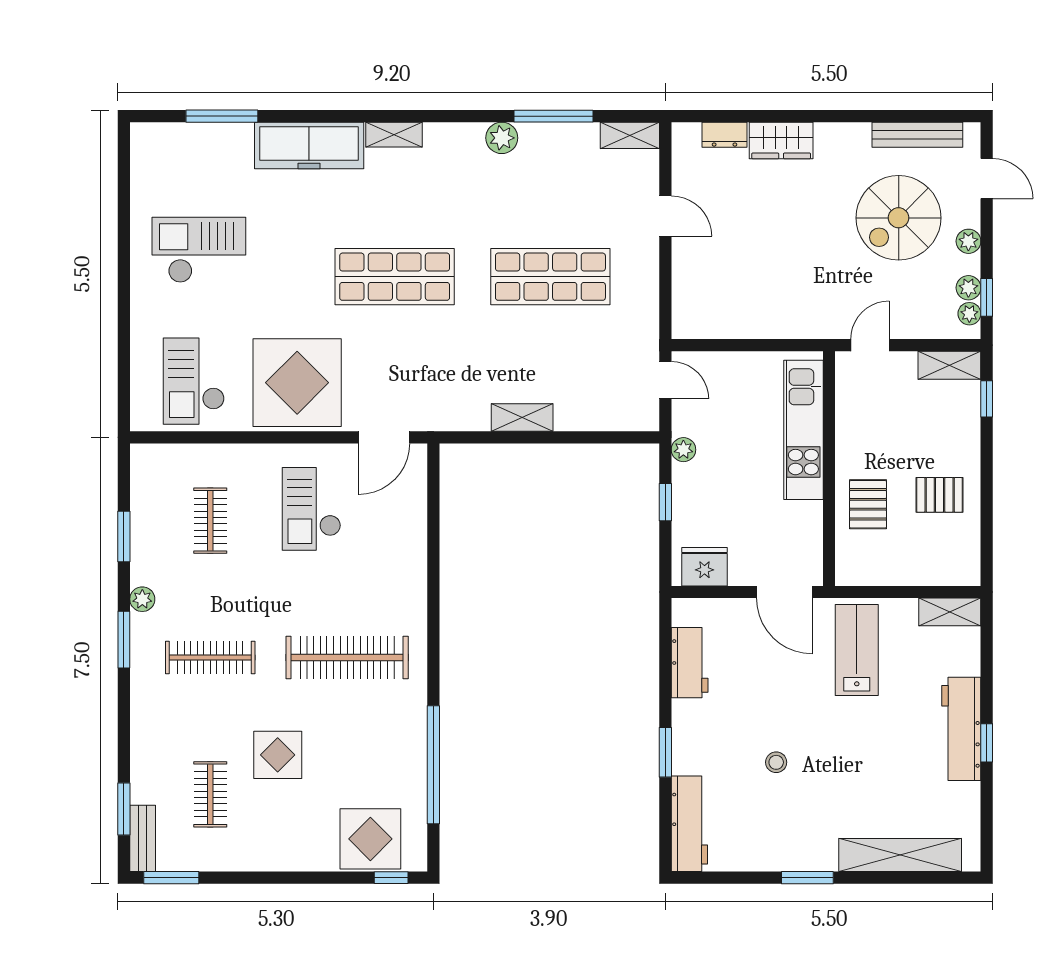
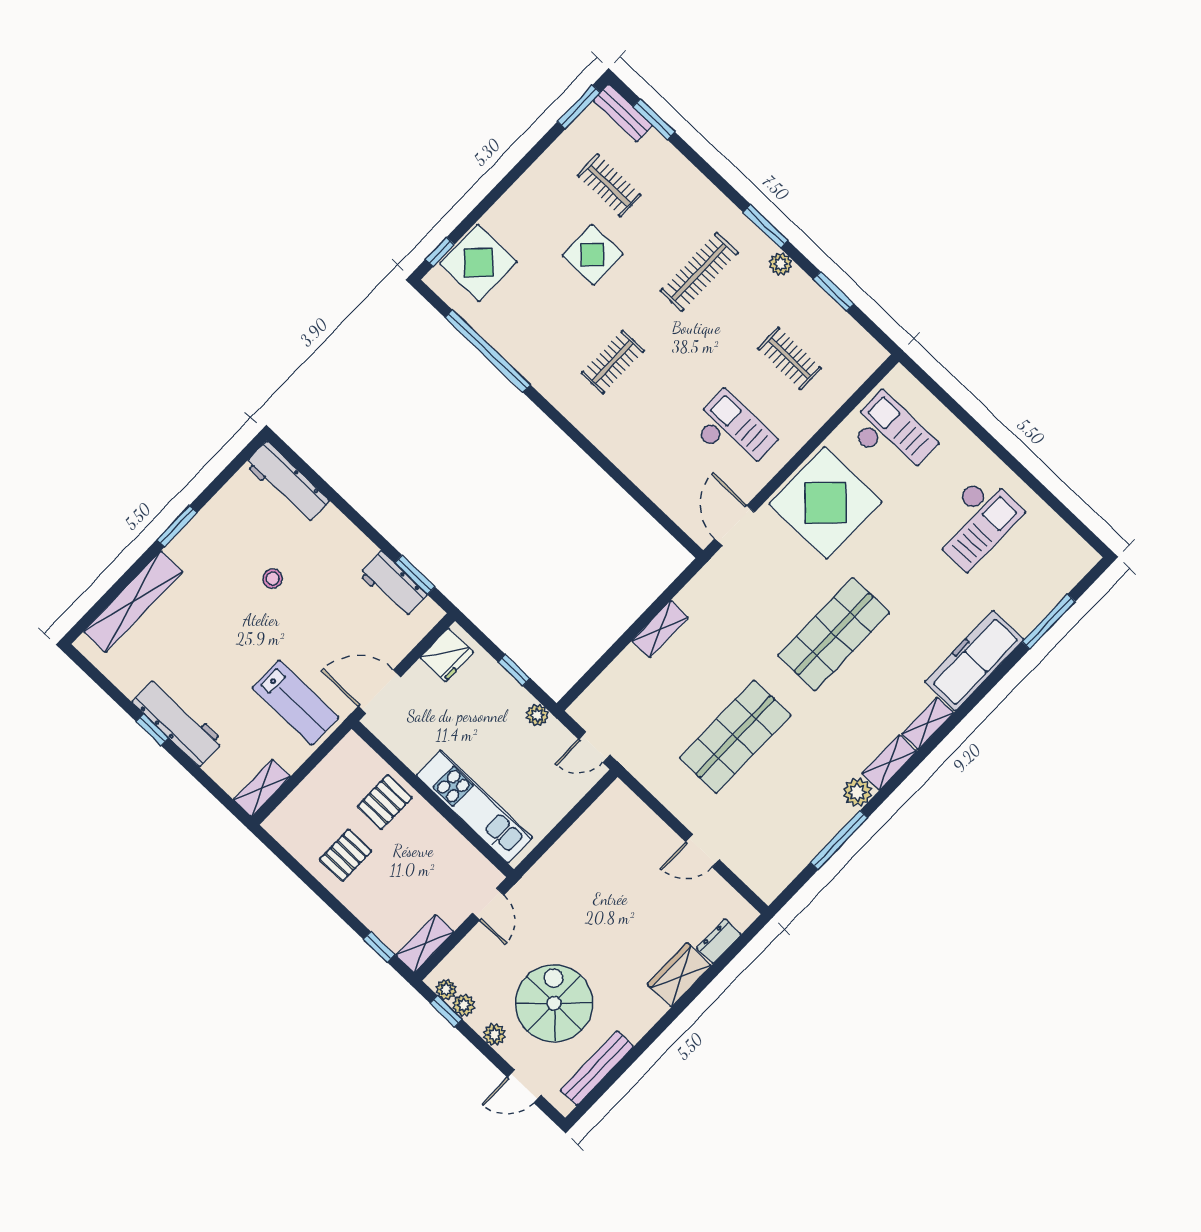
shelving: (630, 135) -> (889, 762), moved
pallet: (868, 504) -> (385, 802), turned 90
clothes rail: (347, 657) -> (613, 362), width x0.54, depth x0.76
window: (665, 752) -> (415, 575), moved

